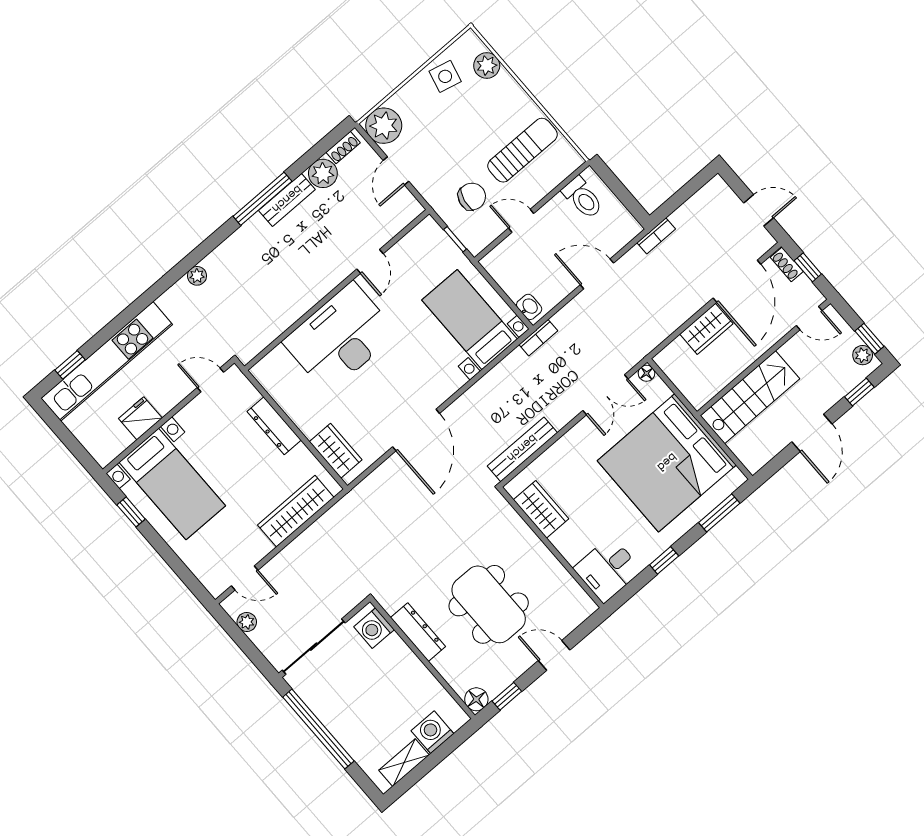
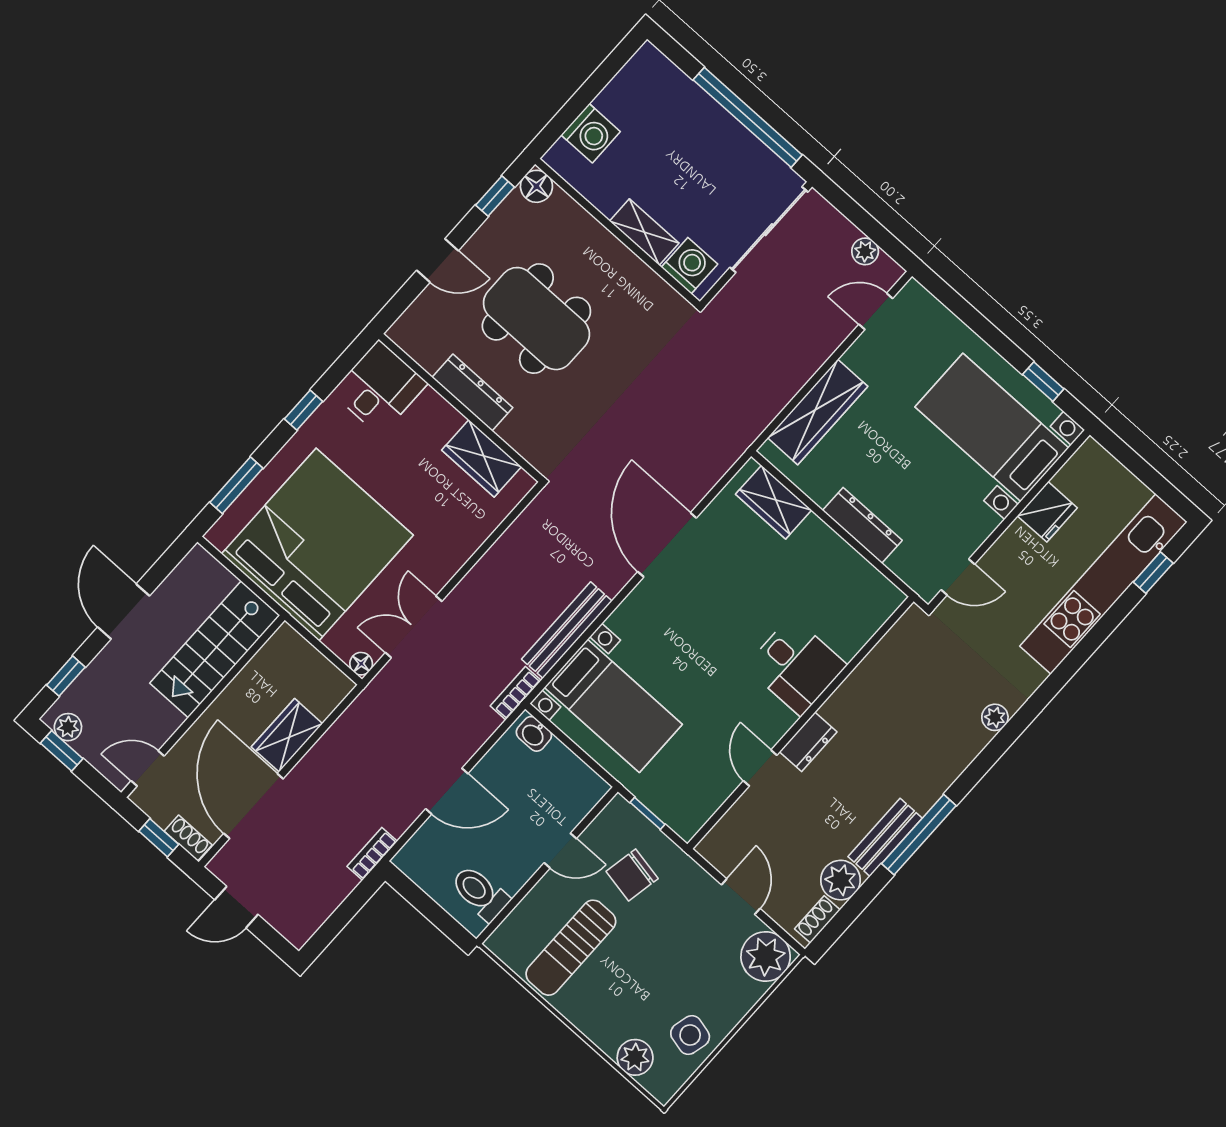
dresser: (333, 276) -> (808, 742), added
desk: (340, 337) -> (796, 666), width x0.53, depth x0.77
bench: (522, 449) -> (567, 630), moved
dresser: (418, 632) -> (472, 393), moved, turned 180
shelving: (404, 763) -> (644, 232), moved, turned 90

